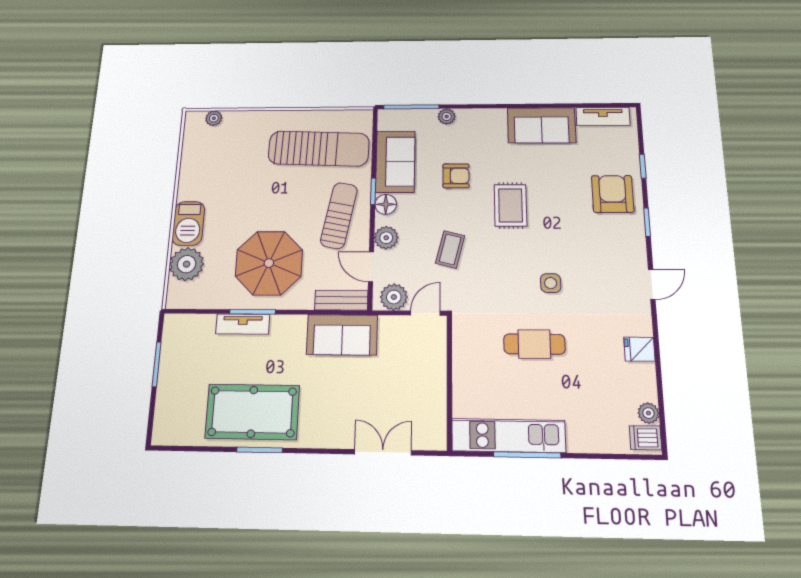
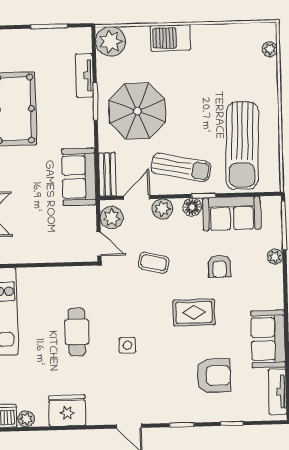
armchair: (613, 194) -> (214, 376), moved
plant: (187, 264) -> (111, 41), moved
tv unit: (243, 324) -> (84, 76), moved
fridge: (639, 349) -> (67, 411), width x1.88, depth x1.34

